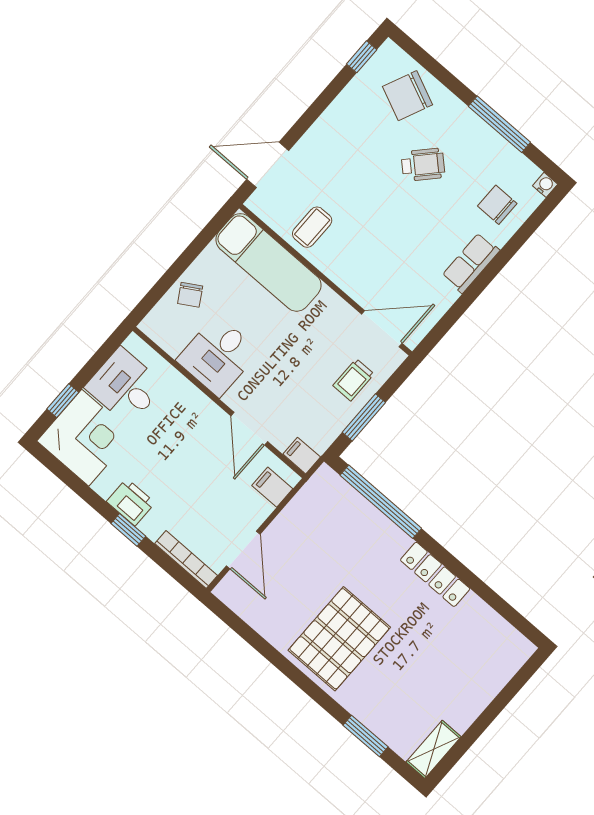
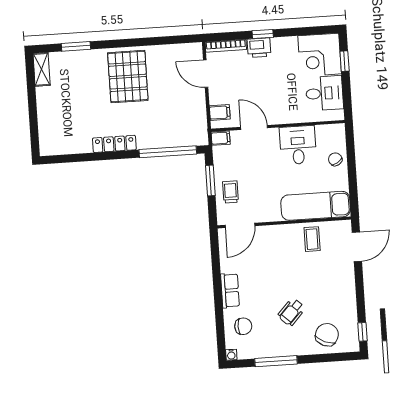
printer: (131, 502) -> (259, 48), moved

